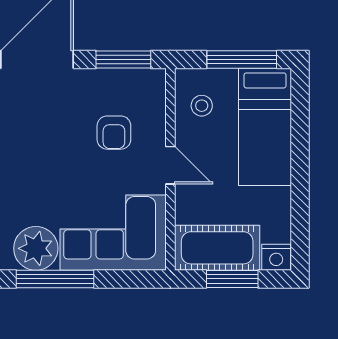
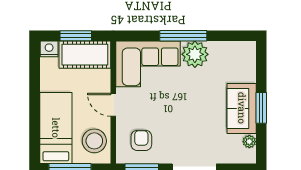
stool: (202, 106) -> (94, 141), width x1.89, depth x1.89
armchair: (114, 133) -> (141, 140), moved

